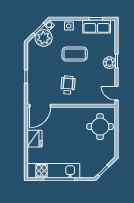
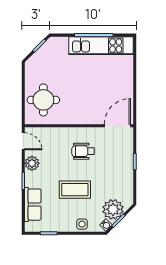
row of seats: (97, 26) -> (33, 205), moved, turned 90
plant: (109, 63) -> (32, 163), moved
wheelchair: (68, 85) -> (83, 151), turned 85
fridge: (34, 139) -> (124, 85), removed

